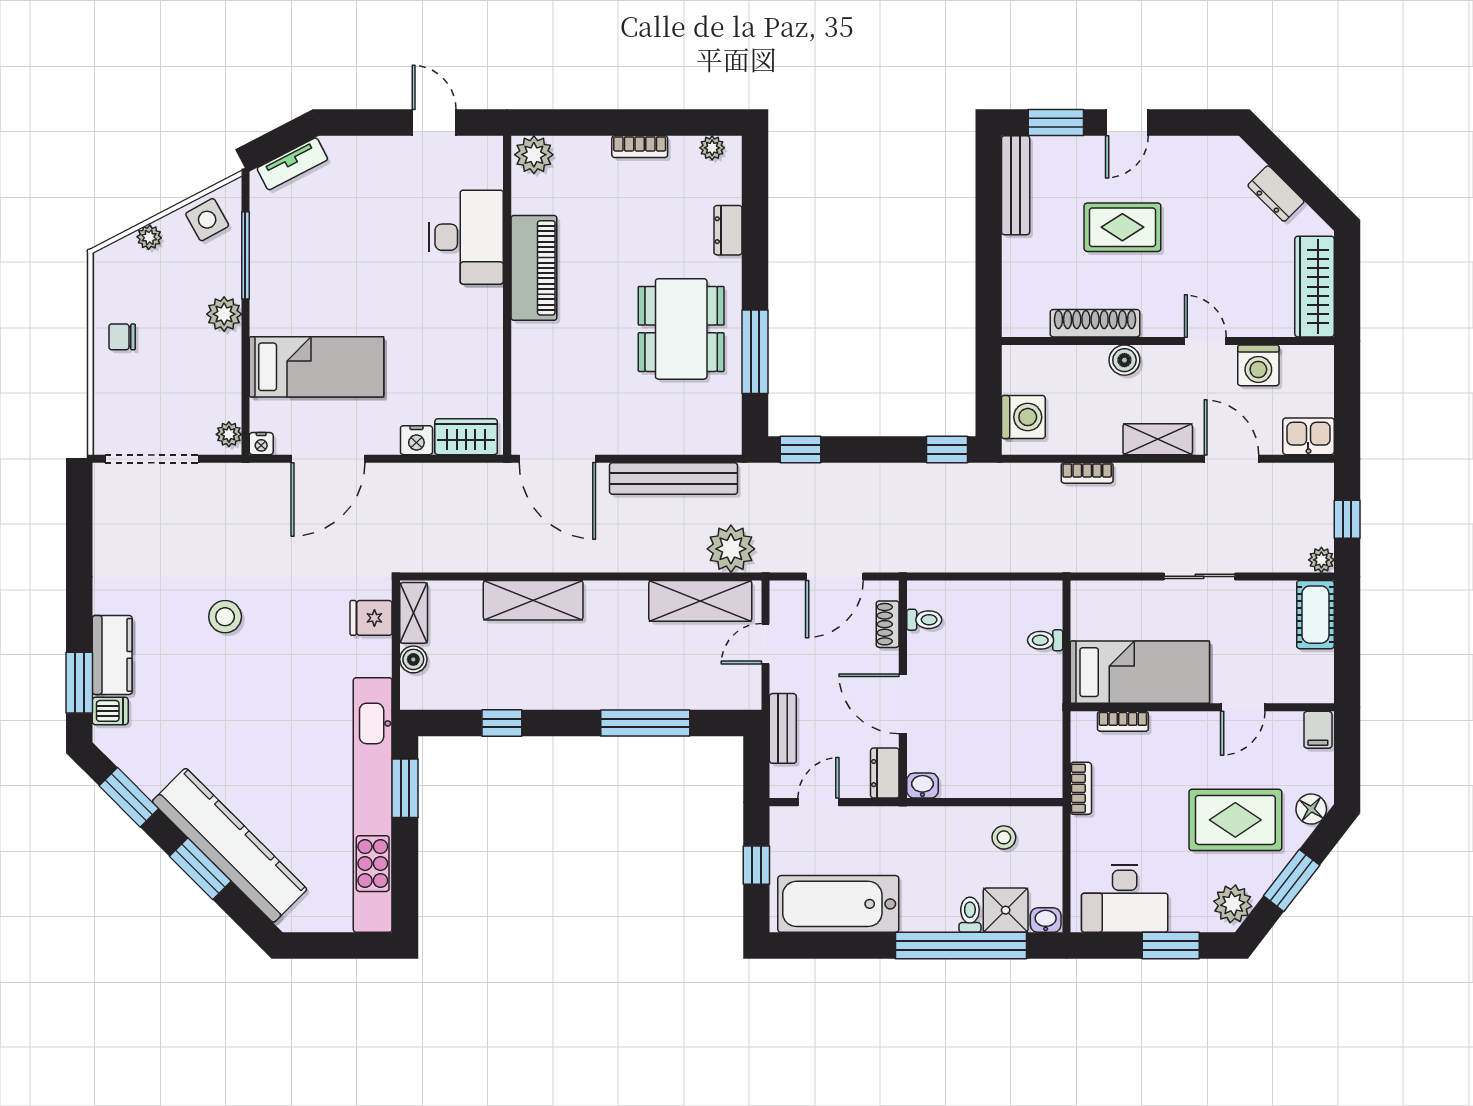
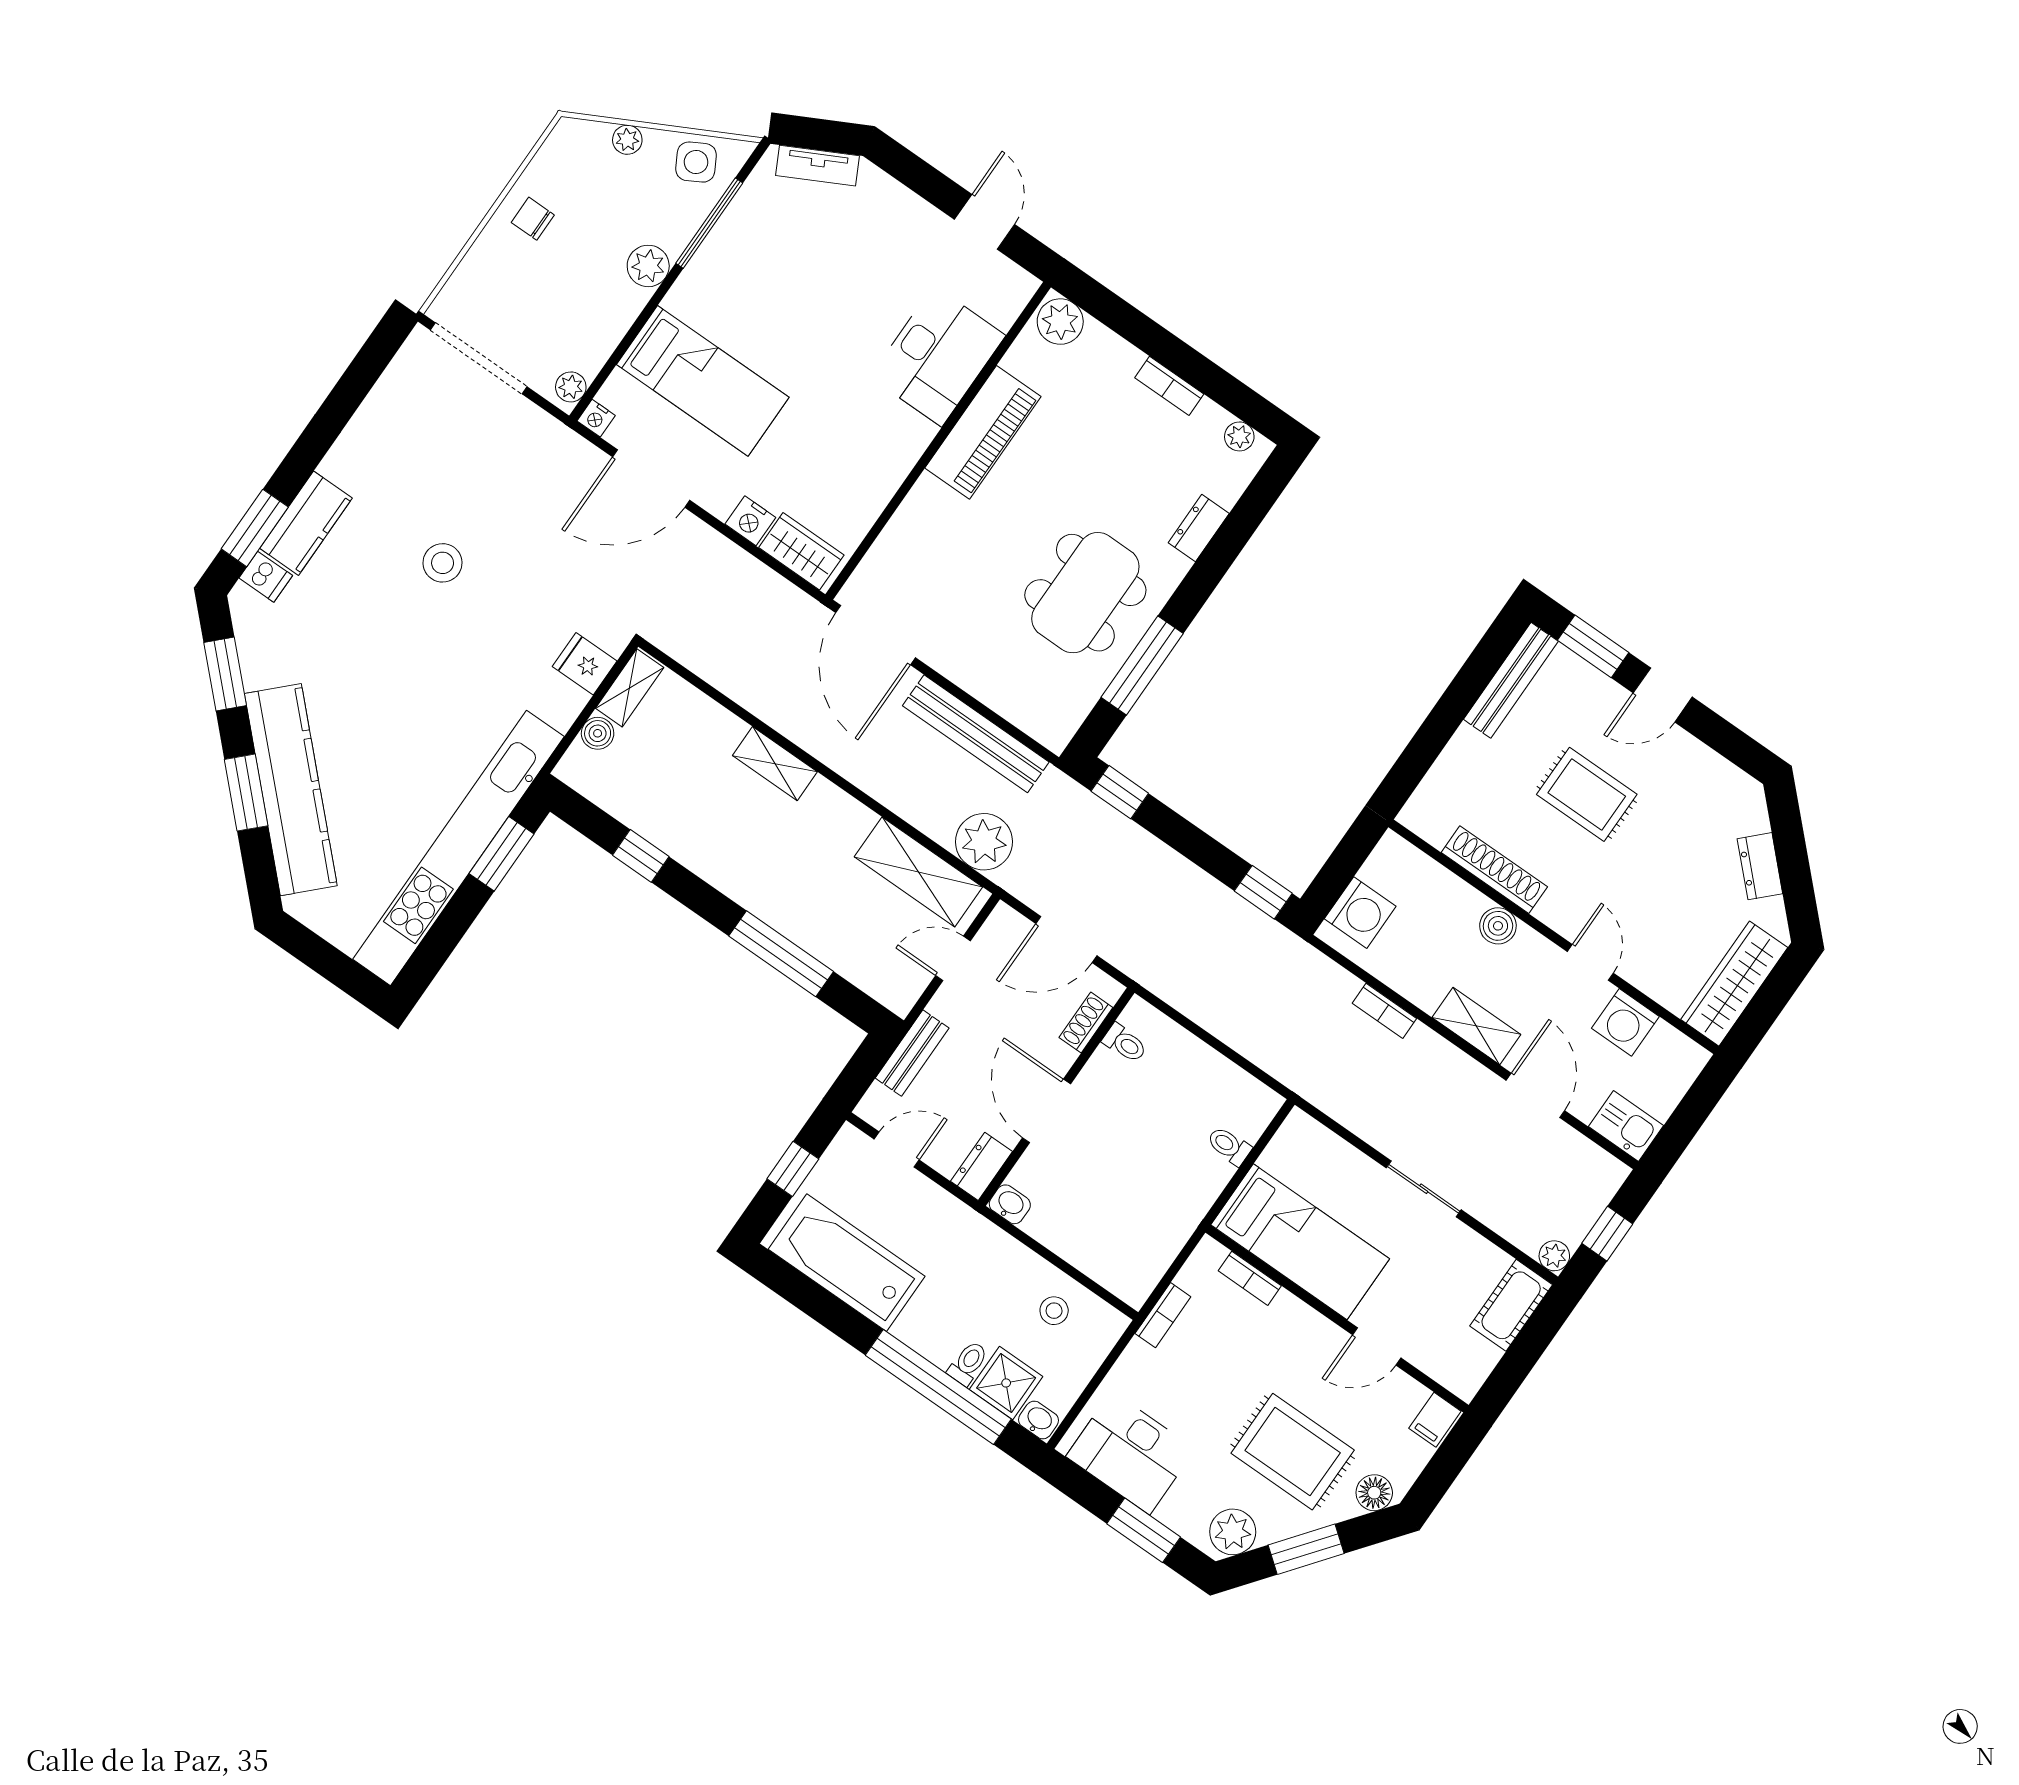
shelving: (533, 600) -> (775, 764), width x0.67, depth x0.75

